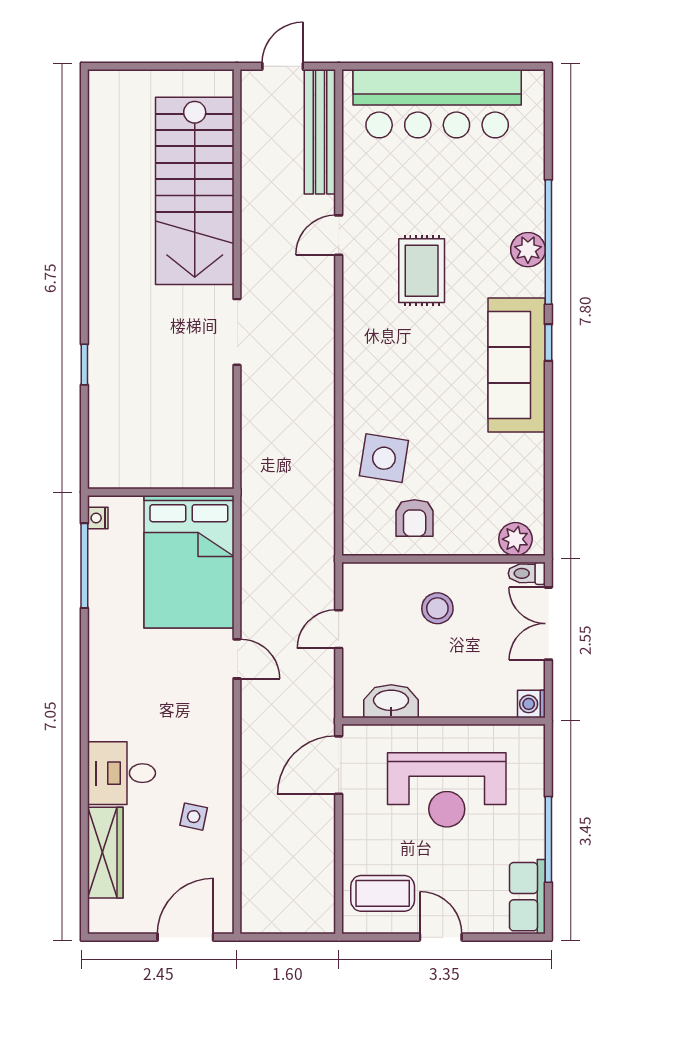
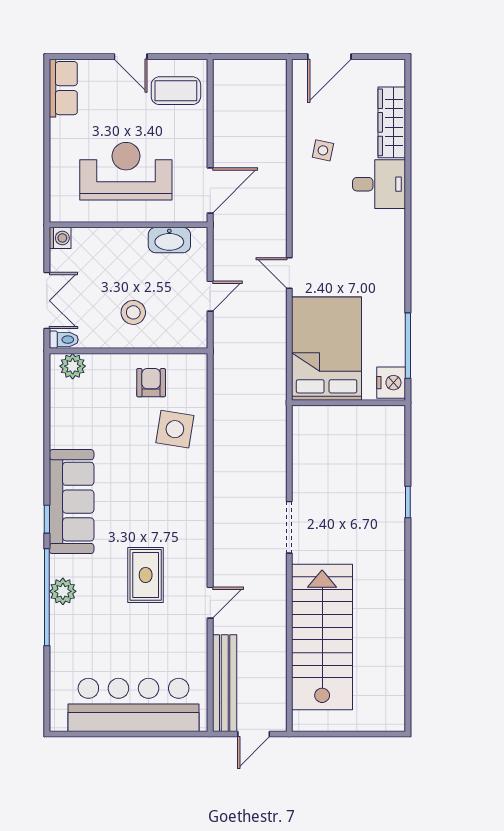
nightstand: (98, 518) -> (391, 383), width x1.89, depth x1.79
window: (548, 839) -> (47, 133), removed

